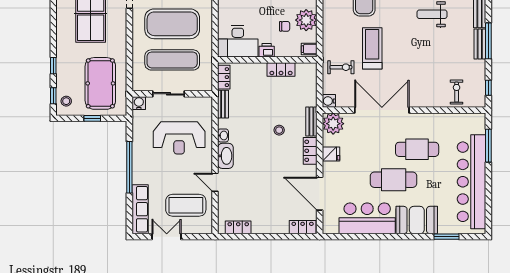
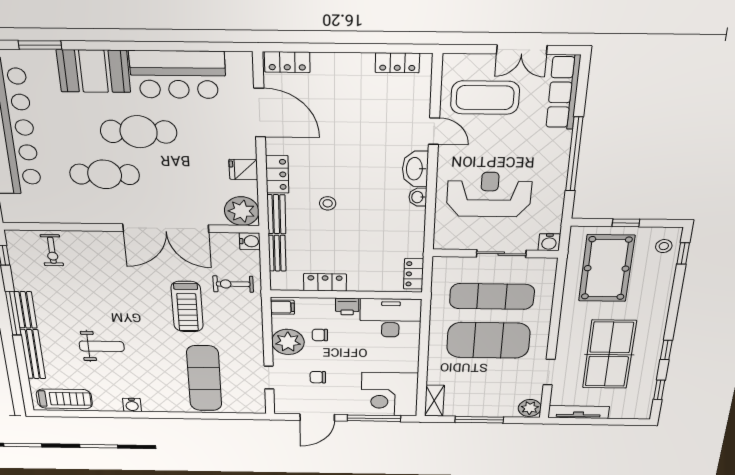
window: (53, 66) -> (666, 350), moved
bench: (223, 104) -> (277, 253), moved

